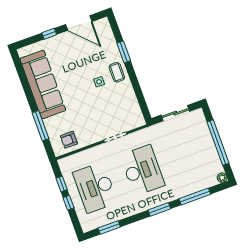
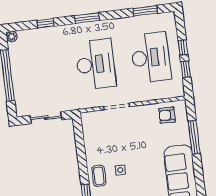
armchair: (69, 140) -> (167, 115), turned 180
desk: (142, 170) -> (95, 64), turned 180
window: (195, 196) -> (46, 23), width x0.46

